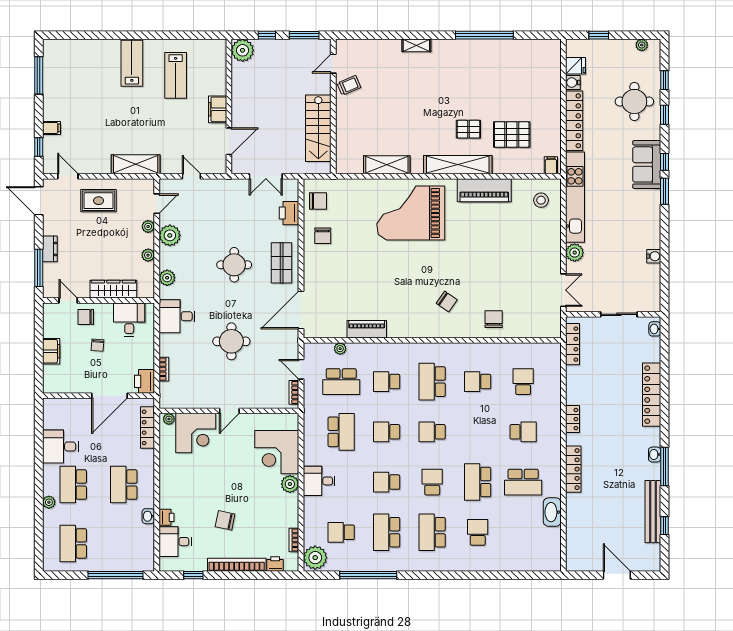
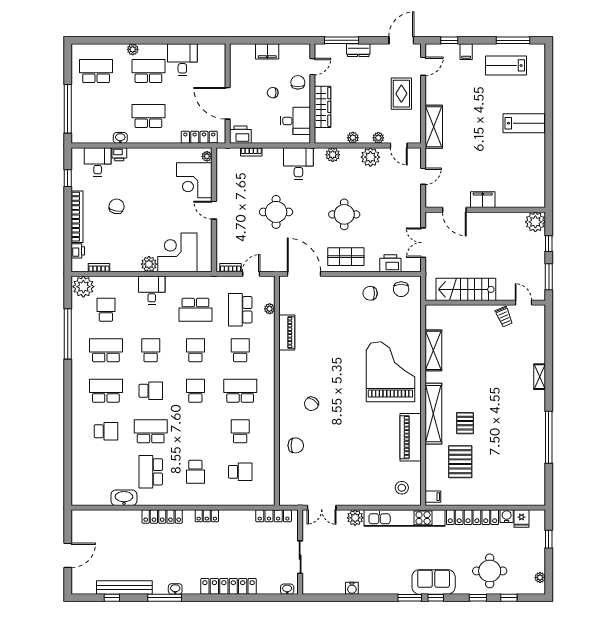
lab bench: (176, 75) -> (506, 65), moved

